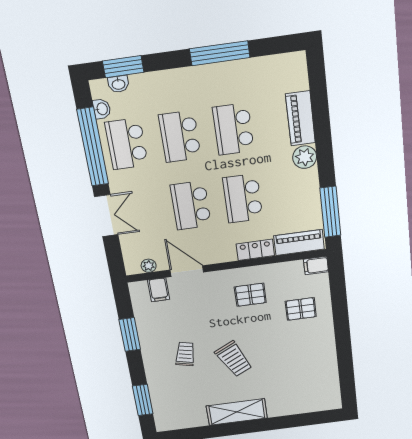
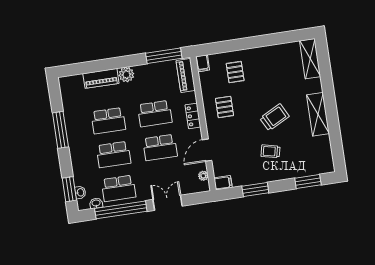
locker: (255, 250) -> (193, 116), moved
filing cabinet: (159, 290) -> (223, 183), moved
shelving: (314, 403) -> (310, 59), added

